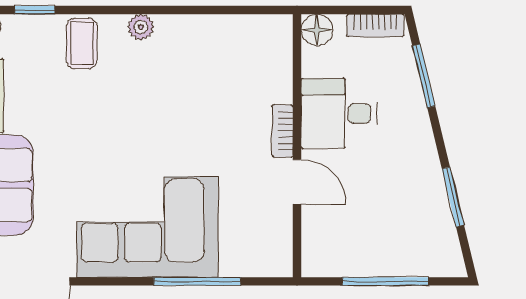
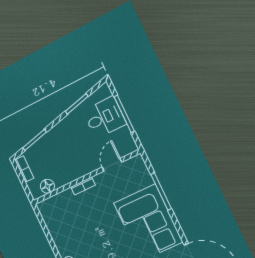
floor lamp: (317, 30) -> (47, 186), moved
desk: (339, 114) -> (105, 117), moved, turned -90
door: (297, 182) -> (112, 165), moved

